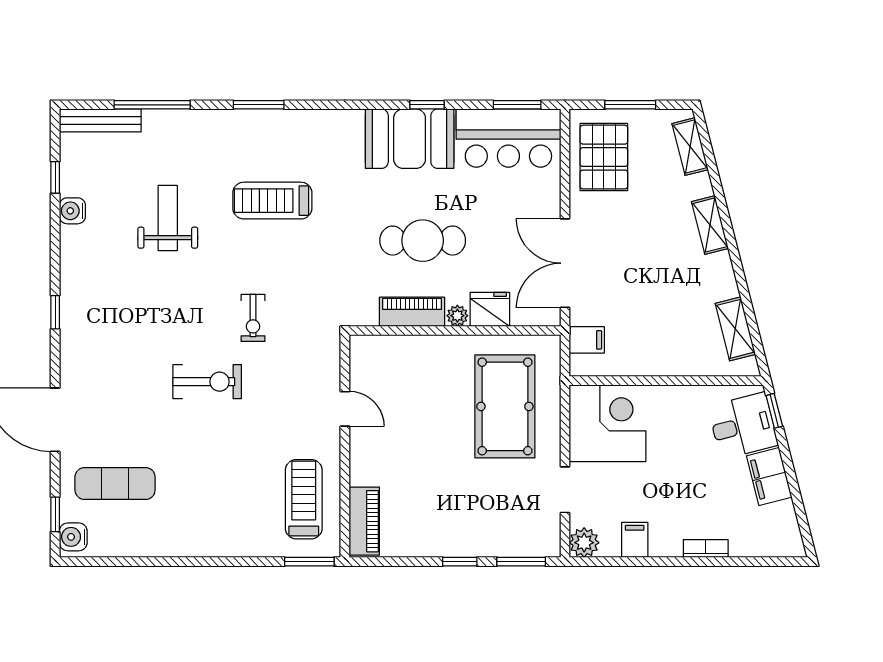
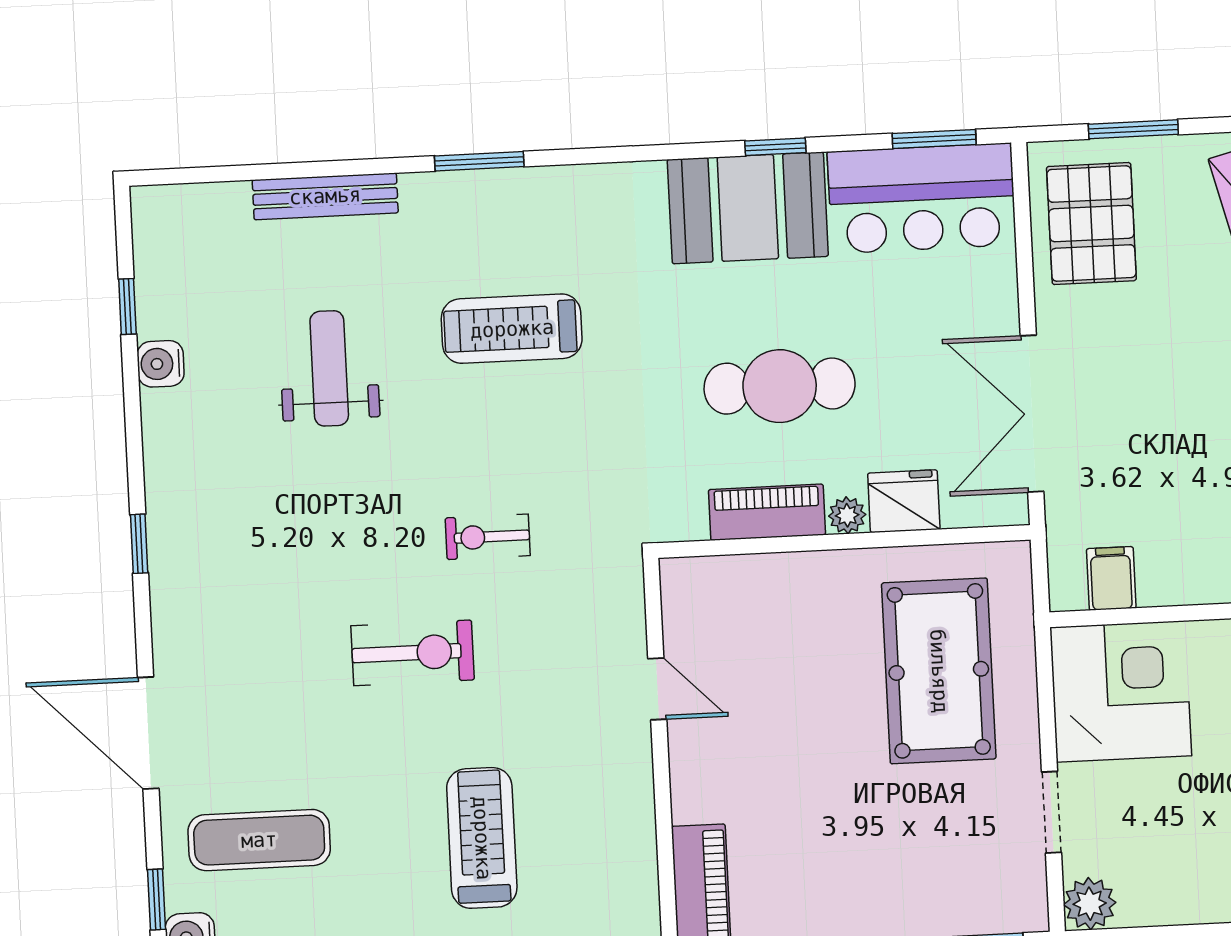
window: (152, 105) -> (292, 170), removed
bench: (100, 120) -> (325, 196), moved
exercise bike: (253, 318) -> (488, 537), turned 90
filing cabinet: (587, 340) -> (1111, 578), moved, turned -90
treadmill: (304, 499) -> (482, 838), moved
filing cabinet: (635, 540) -> (1178, 895), removed

